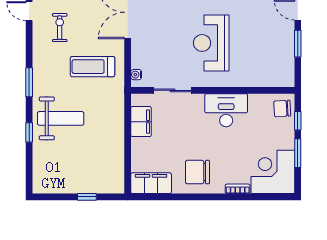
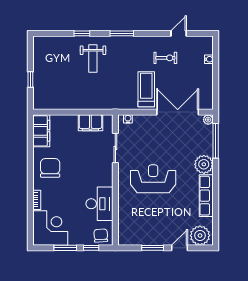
treadmill: (93, 67) -> (146, 89), moved
desk: (226, 110) -> (99, 204), moved
weight bench: (61, 118) -> (93, 59), width x0.73, depth x0.75

